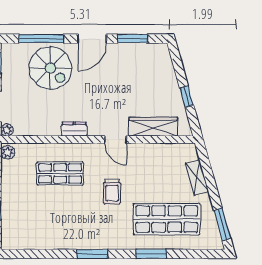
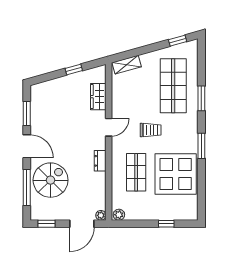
wardrobe: (153, 127) -> (98, 97), width x0.67
shelving: (197, 177) -> (127, 65), moved
display table: (58, 222) -> (176, 174), added
window: (222, 225) -> (178, 41), width x0.67

